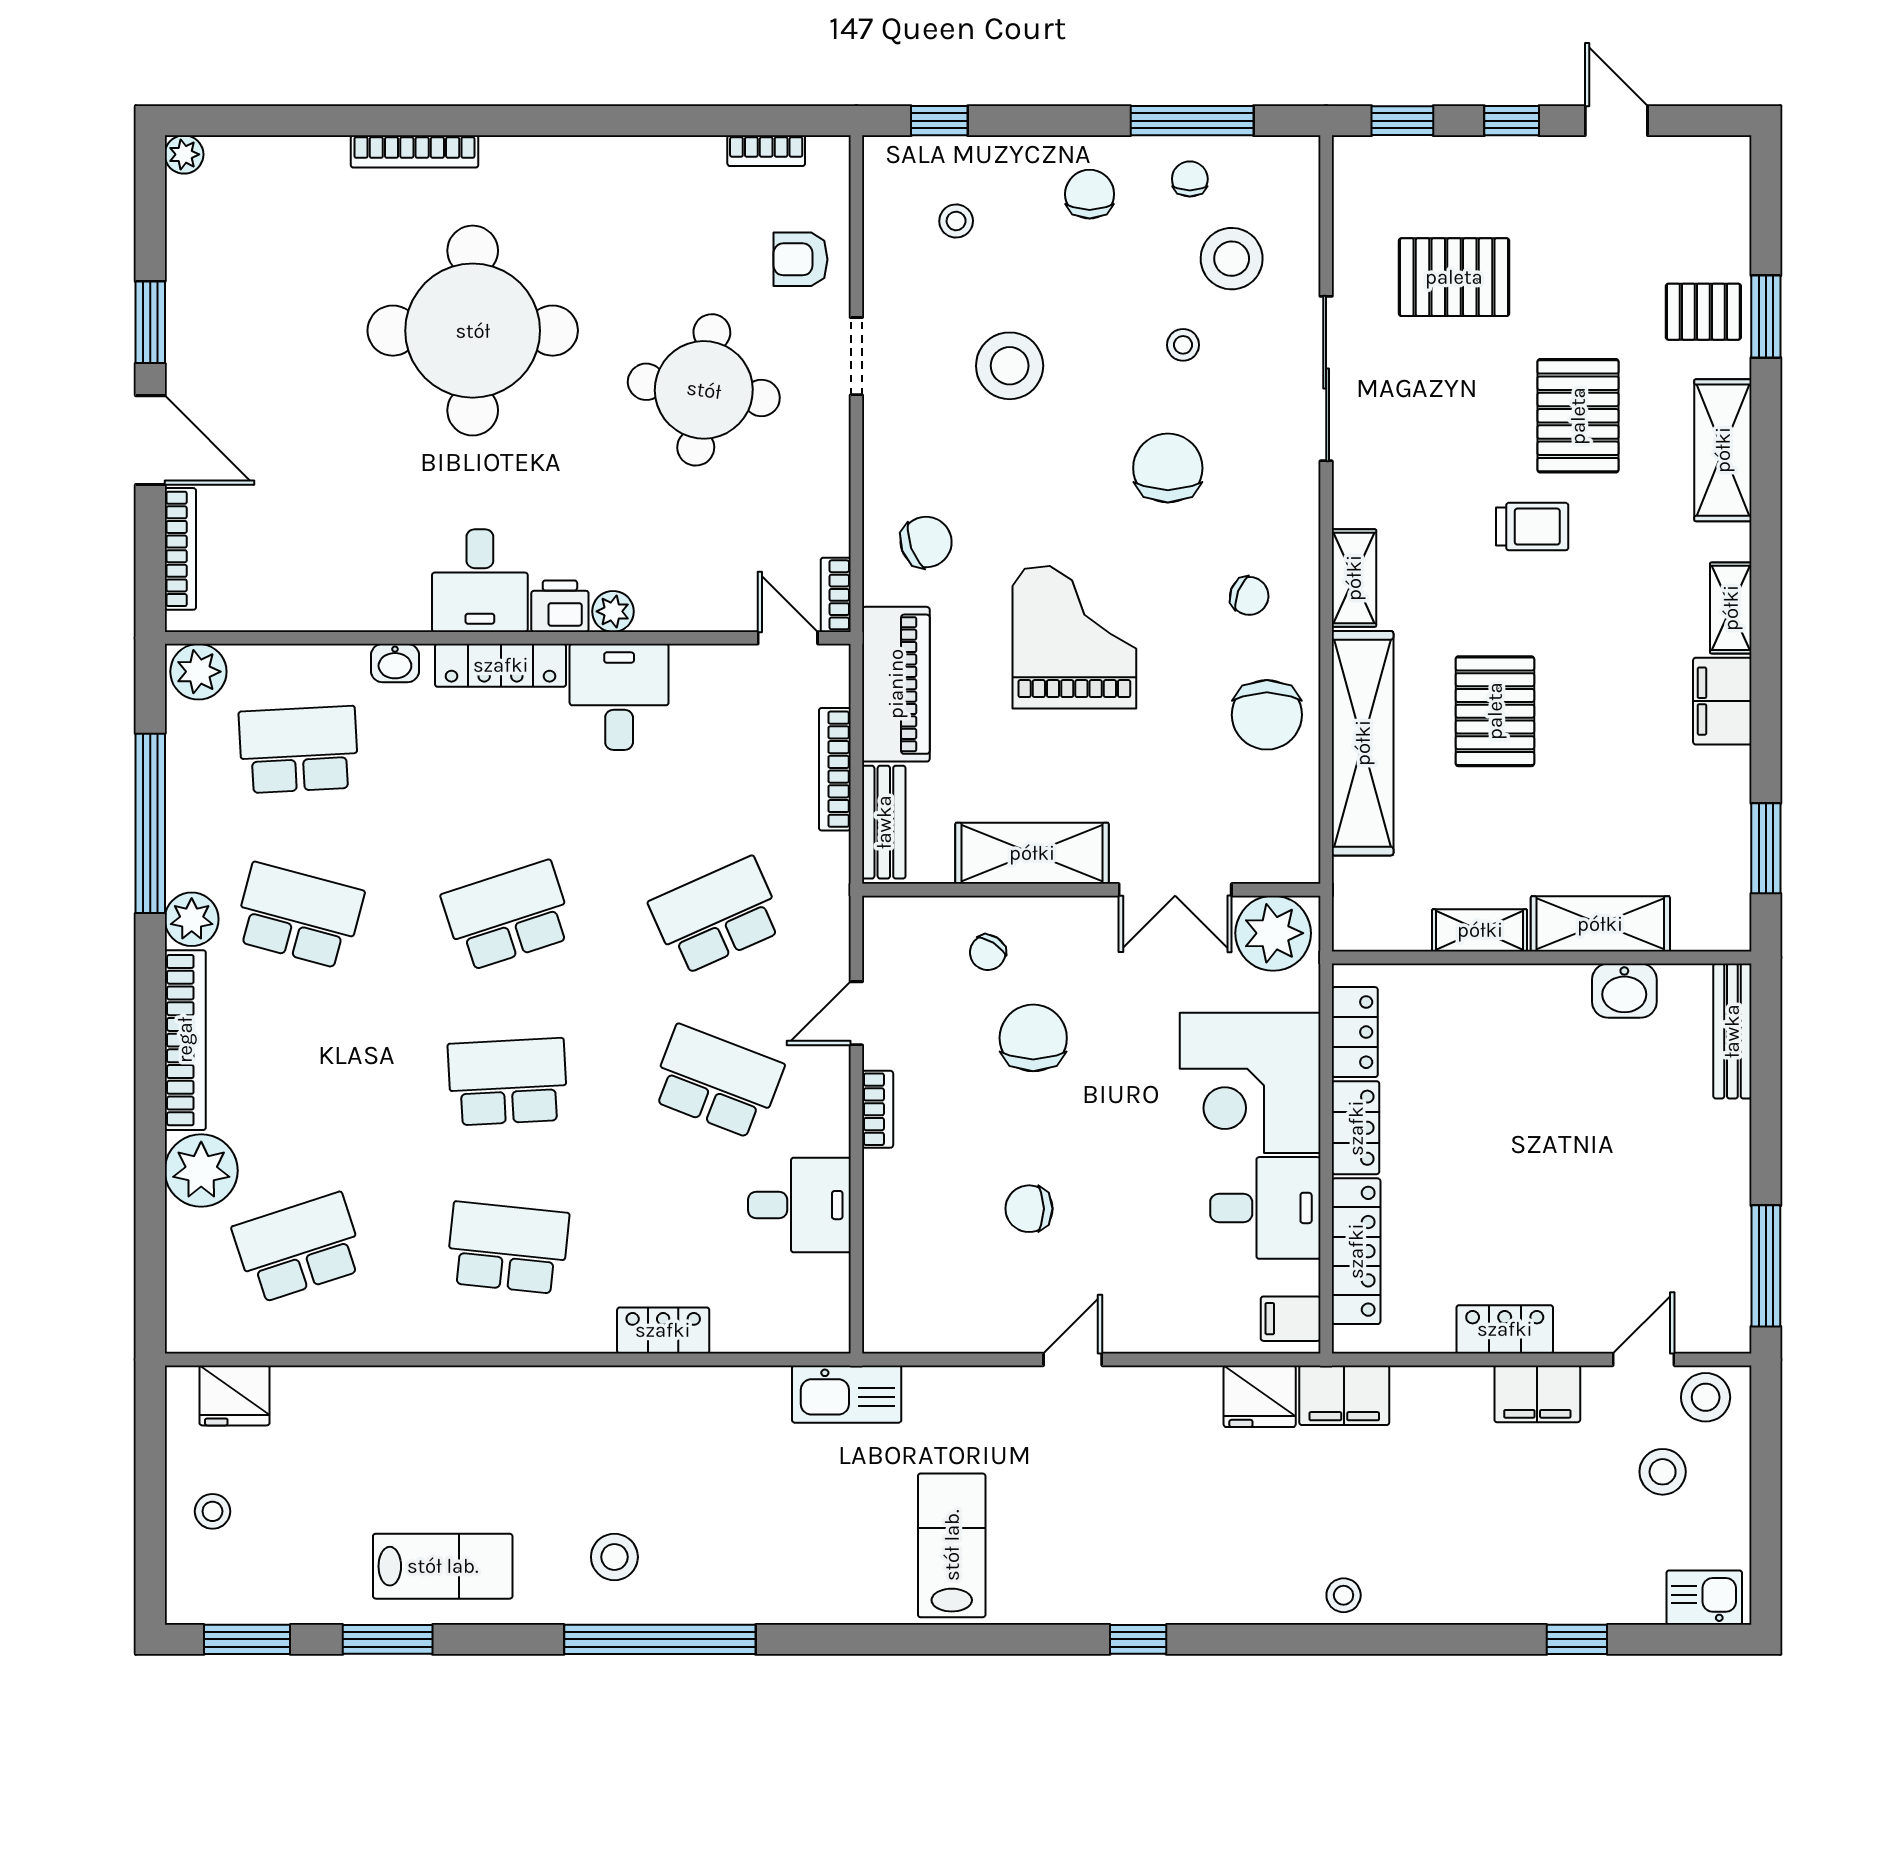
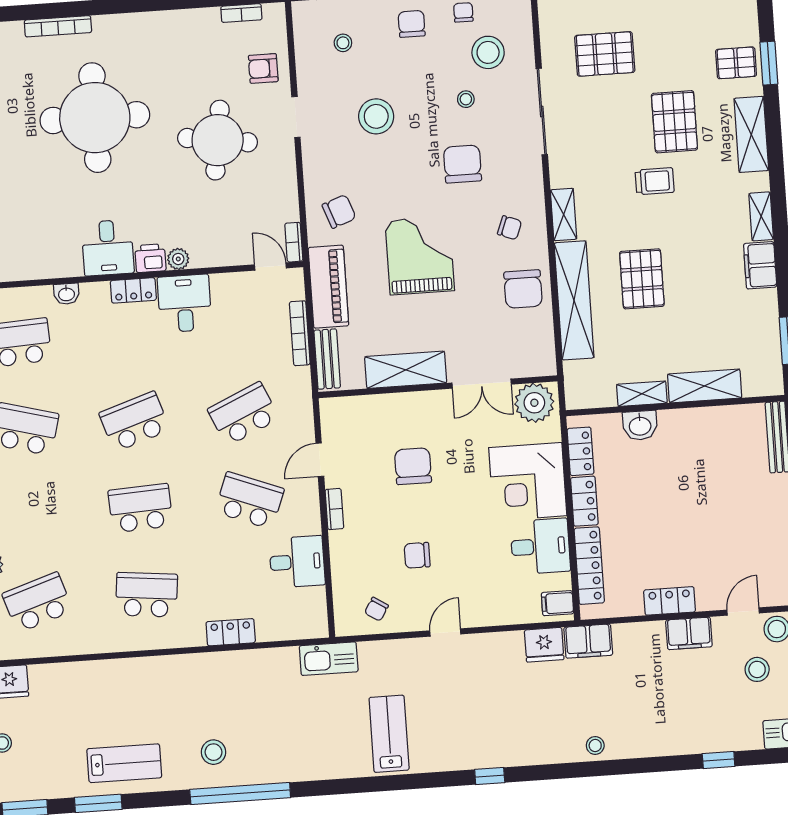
locker: (501, 665) -> (133, 290), width x0.66
chair: (988, 953) -> (376, 609), moved
washbasin: (1624, 991) -> (640, 425), moved

